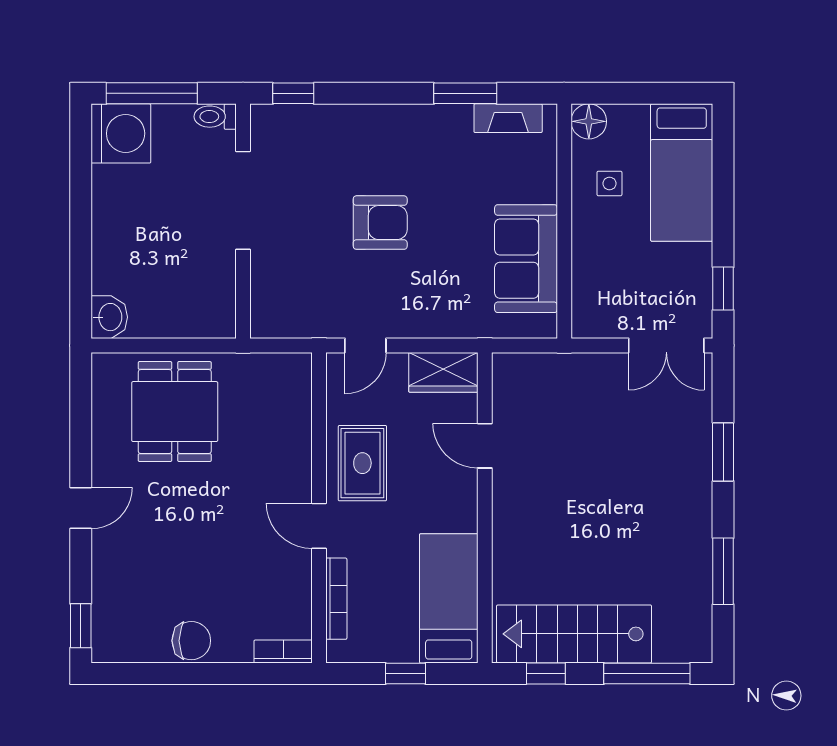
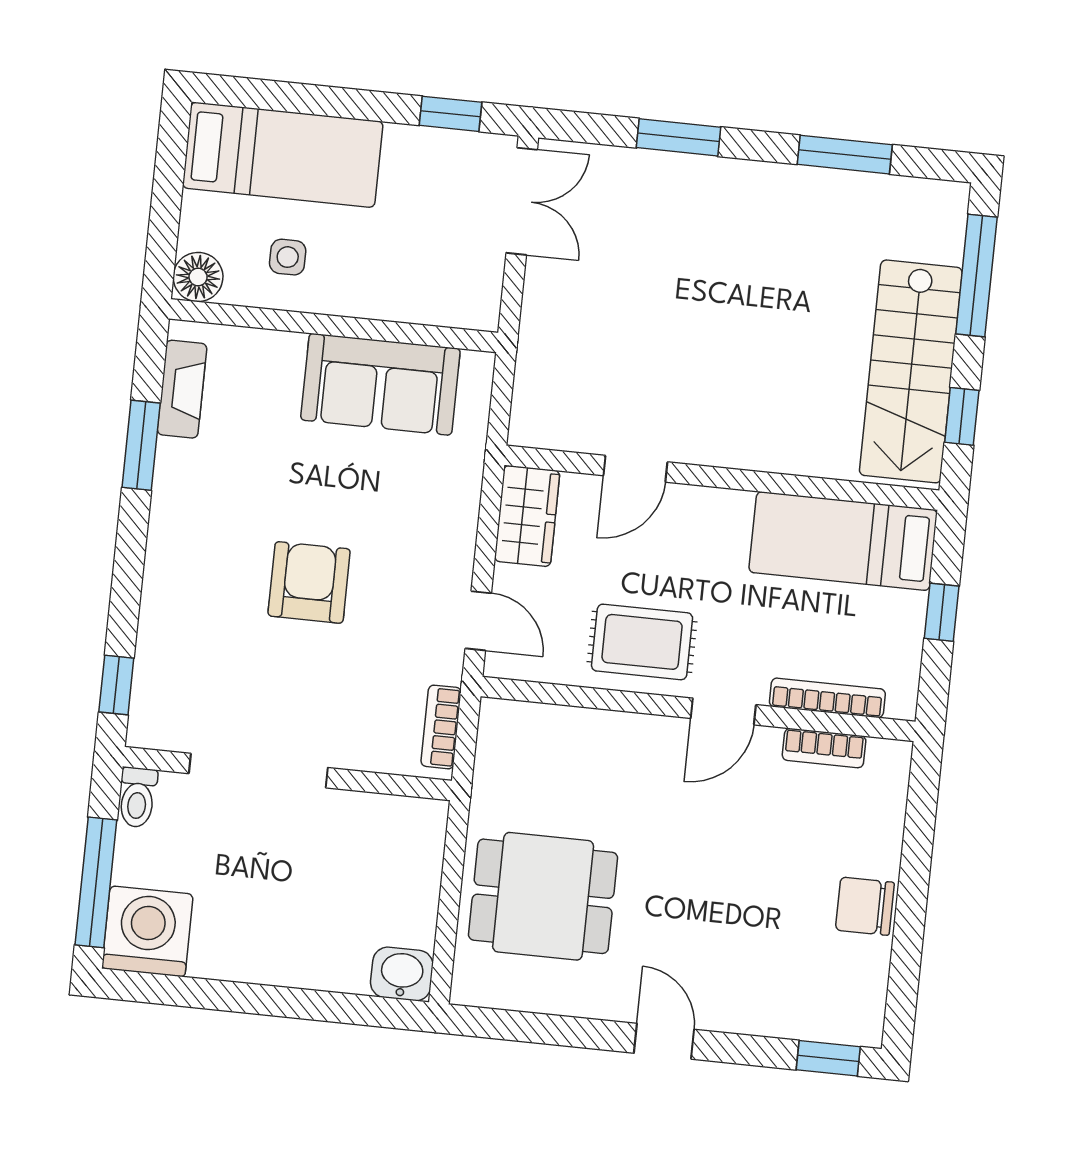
bookcase: (287, 327) -> (441, 727), added
chair: (191, 641) -> (865, 906), turned -90
bookcase: (283, 652) -> (824, 748), moved, turned -90

